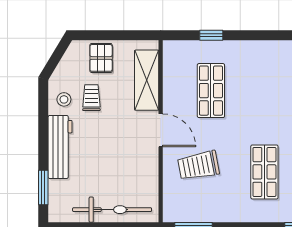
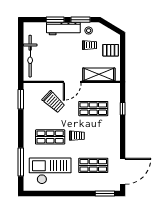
window: (43, 115) -> (81, 20), added
trolley: (262, 122) -> (77, 136), added
trolley: (198, 166) -> (54, 102), turned 144
window: (43, 188) -> (55, 20), moved

